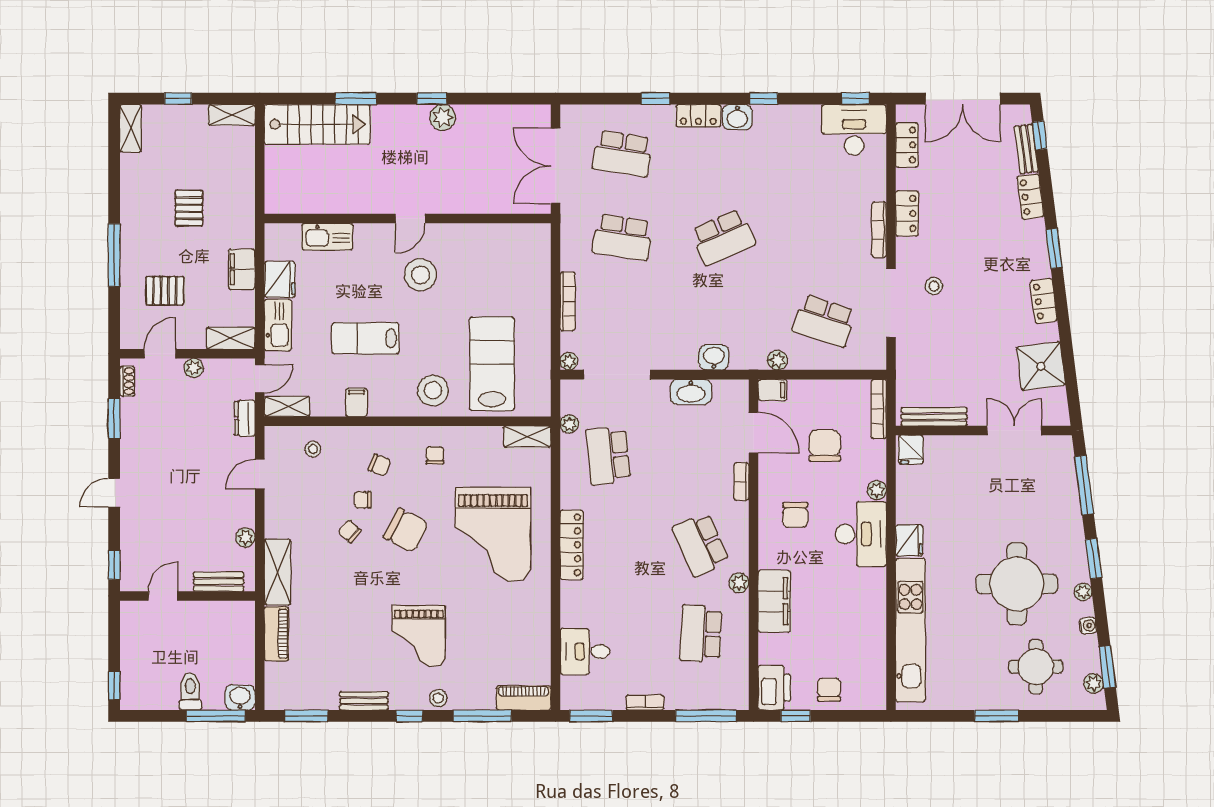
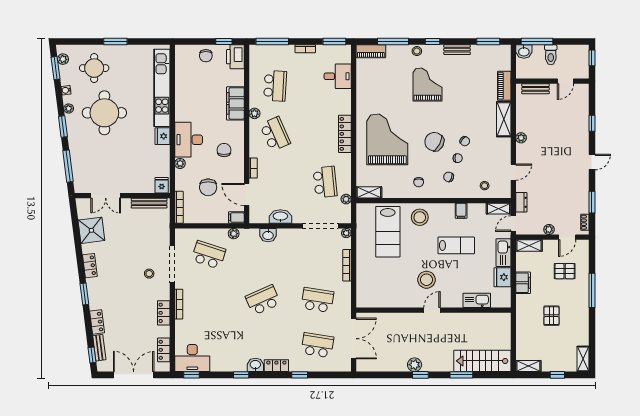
bench: (219, 582) -> (535, 89), moved
door: (163, 596) -> (565, 81), moved
wall: (187, 596) -> (552, 81), moved

